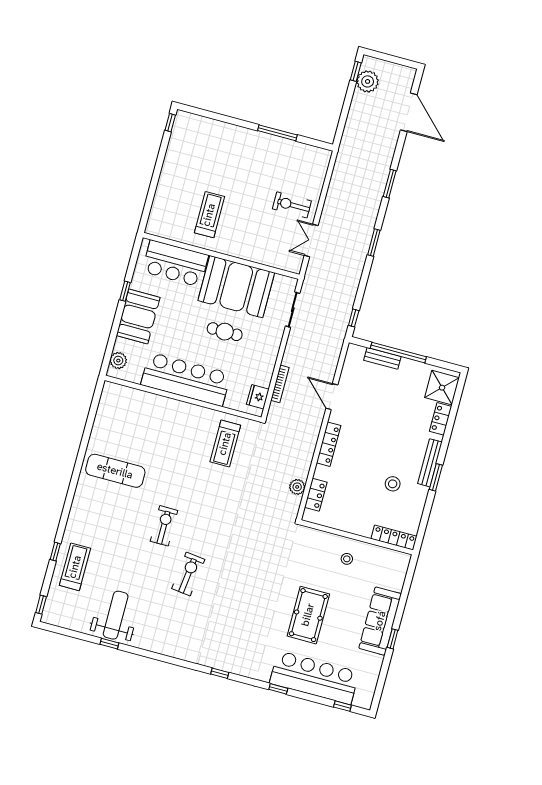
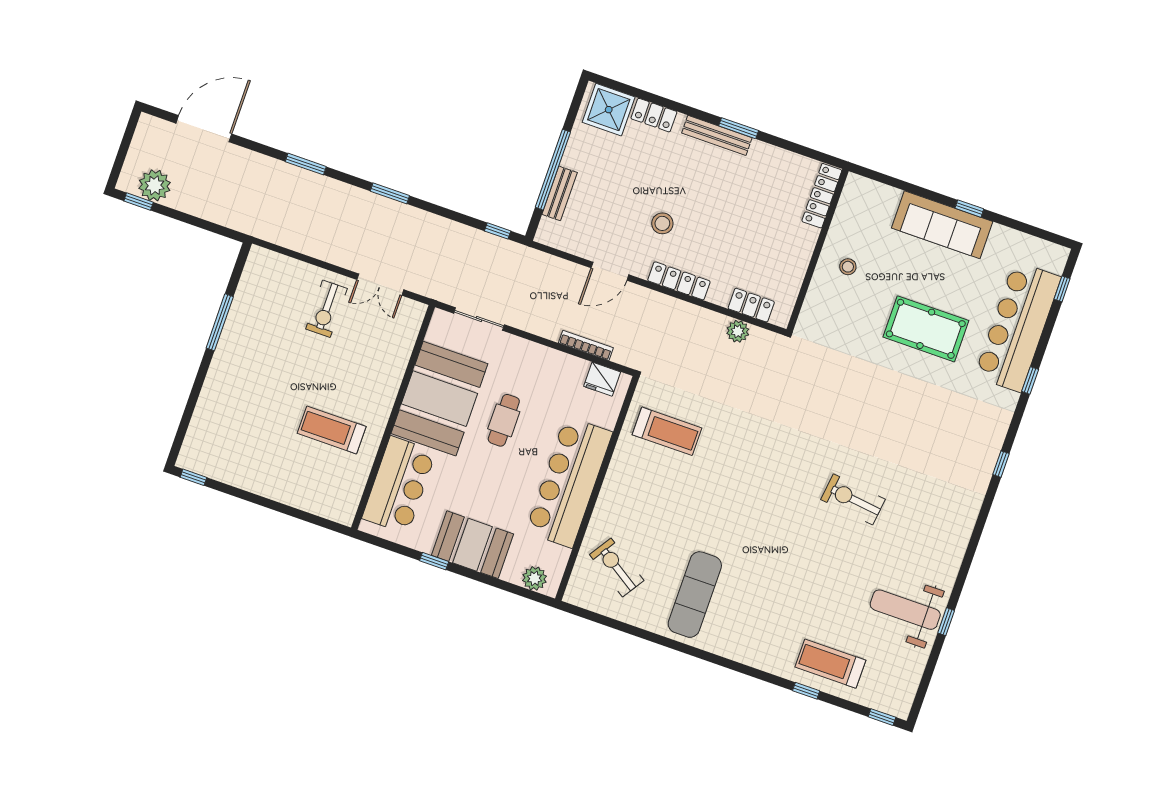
stool: (393, 484) -> (662, 223), moved
exercise bike: (164, 526) -> (617, 568), moved, turned 33

